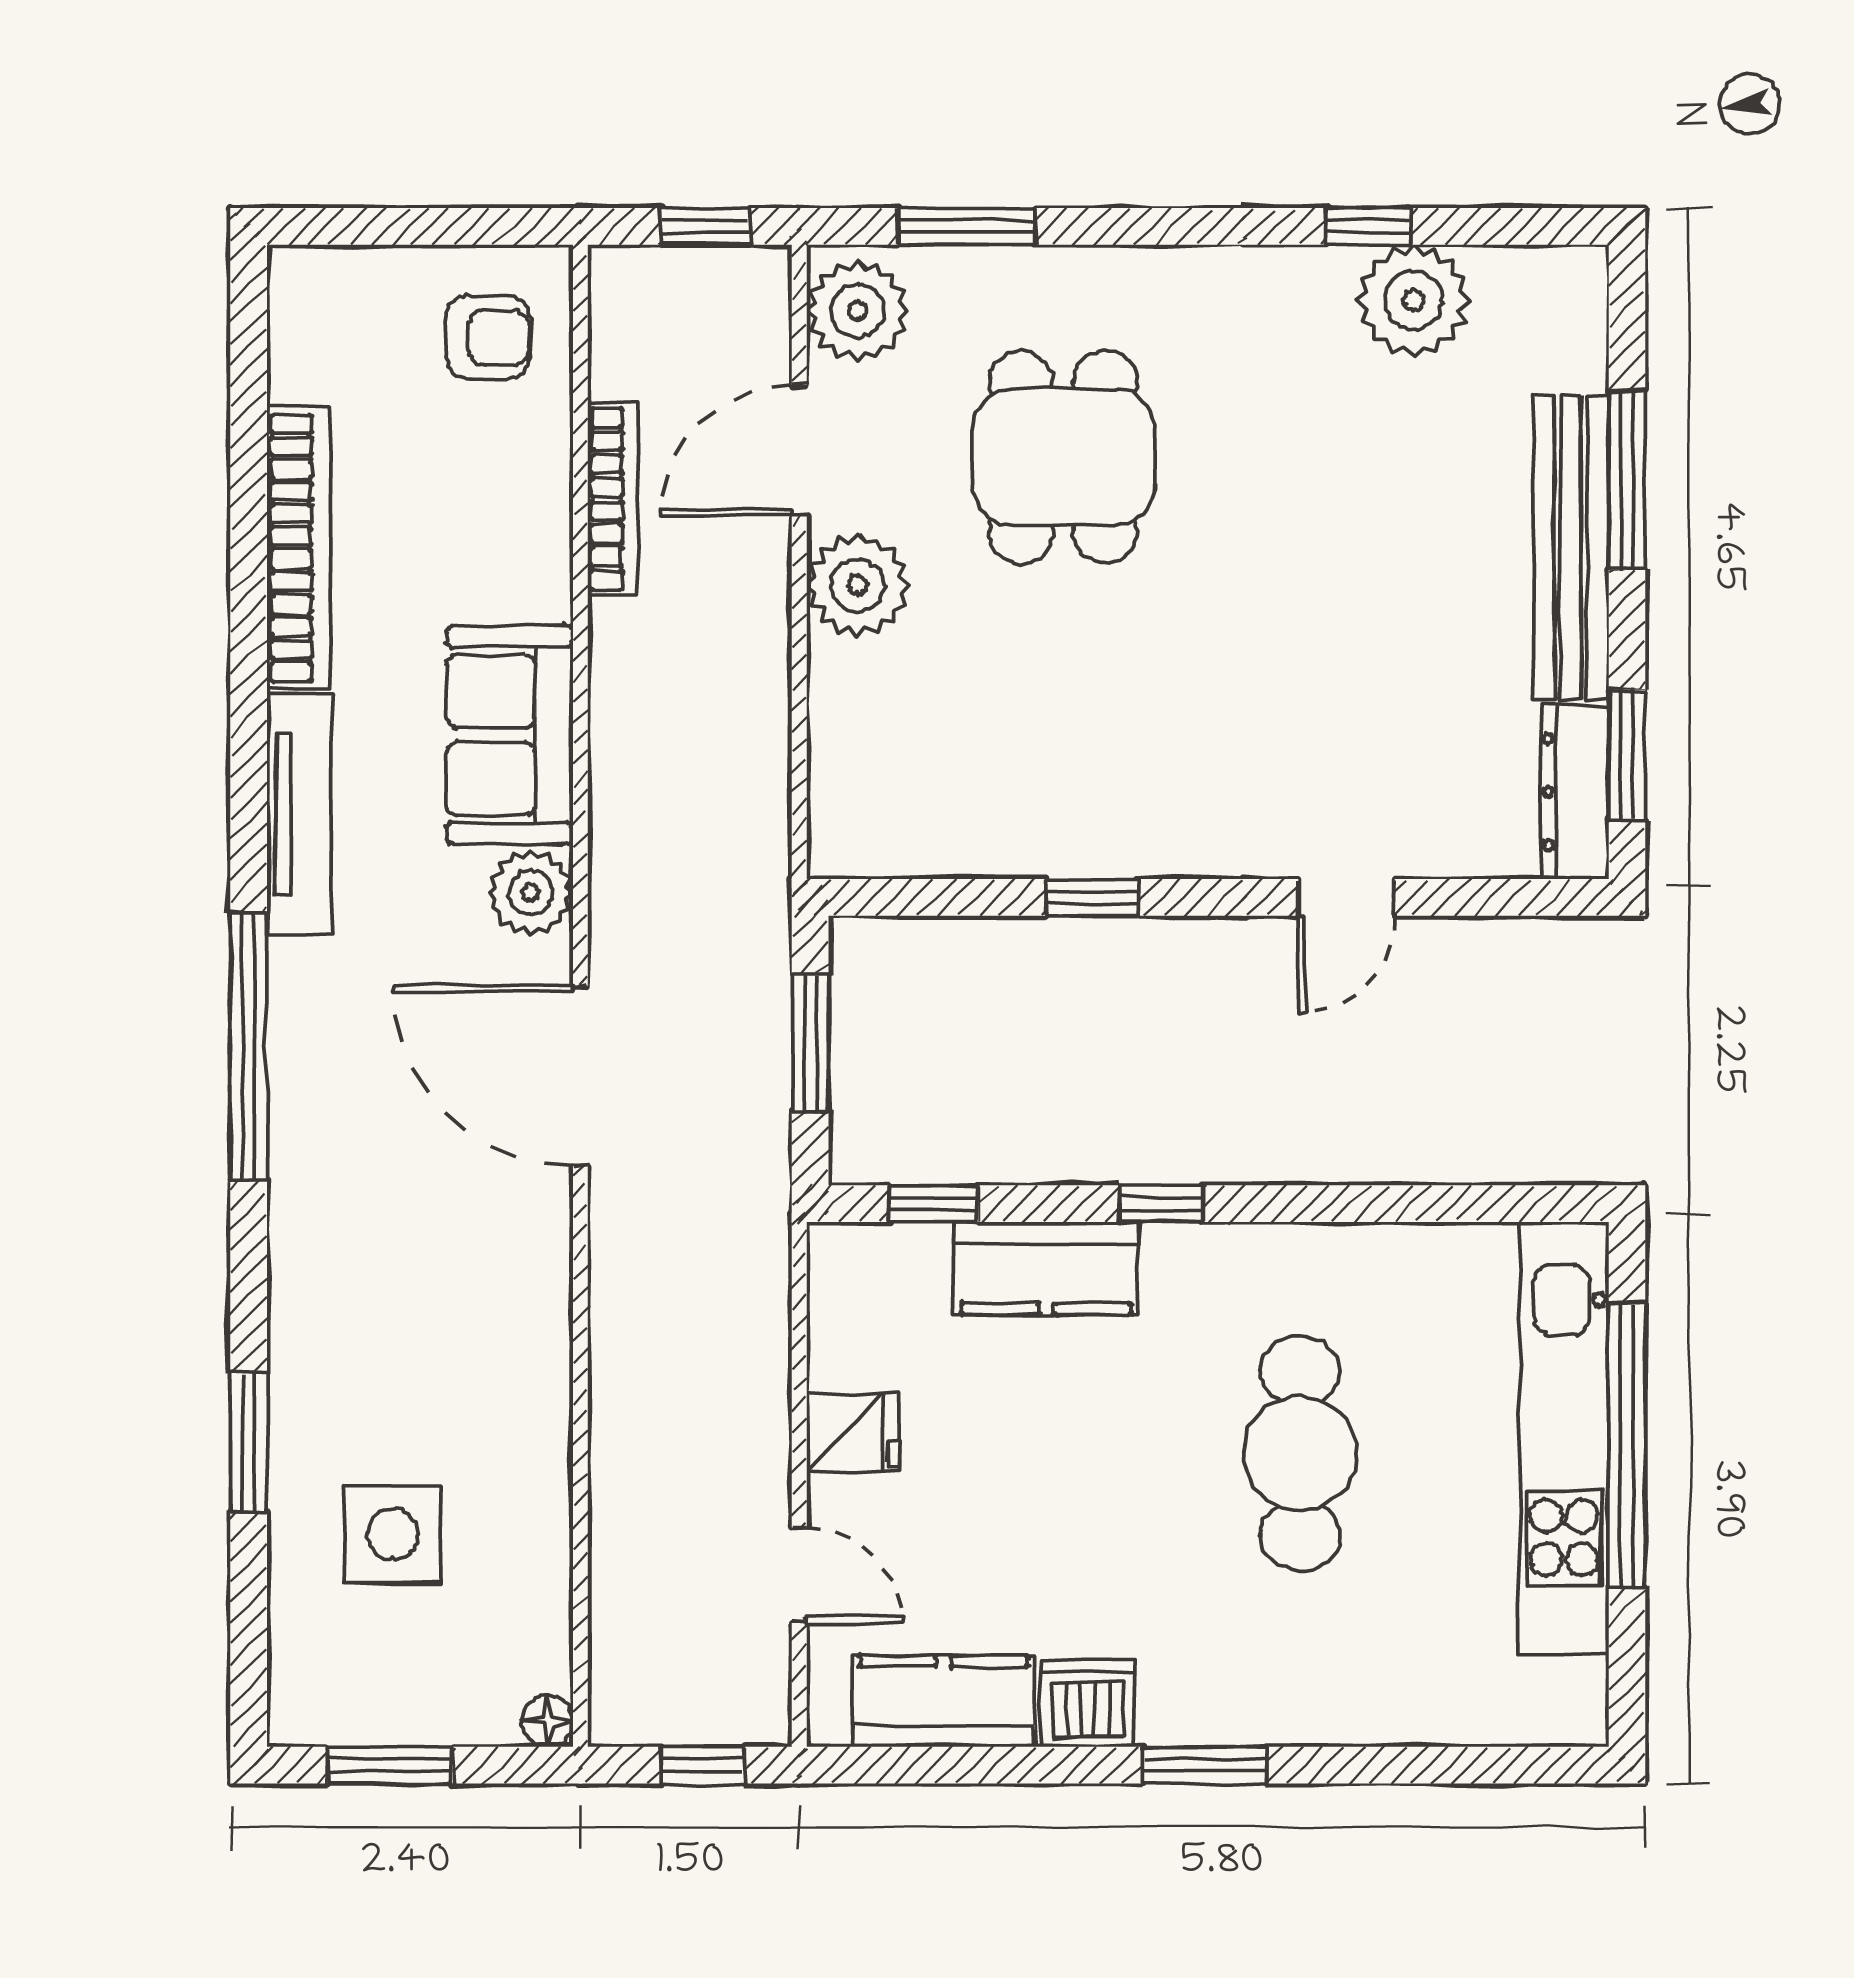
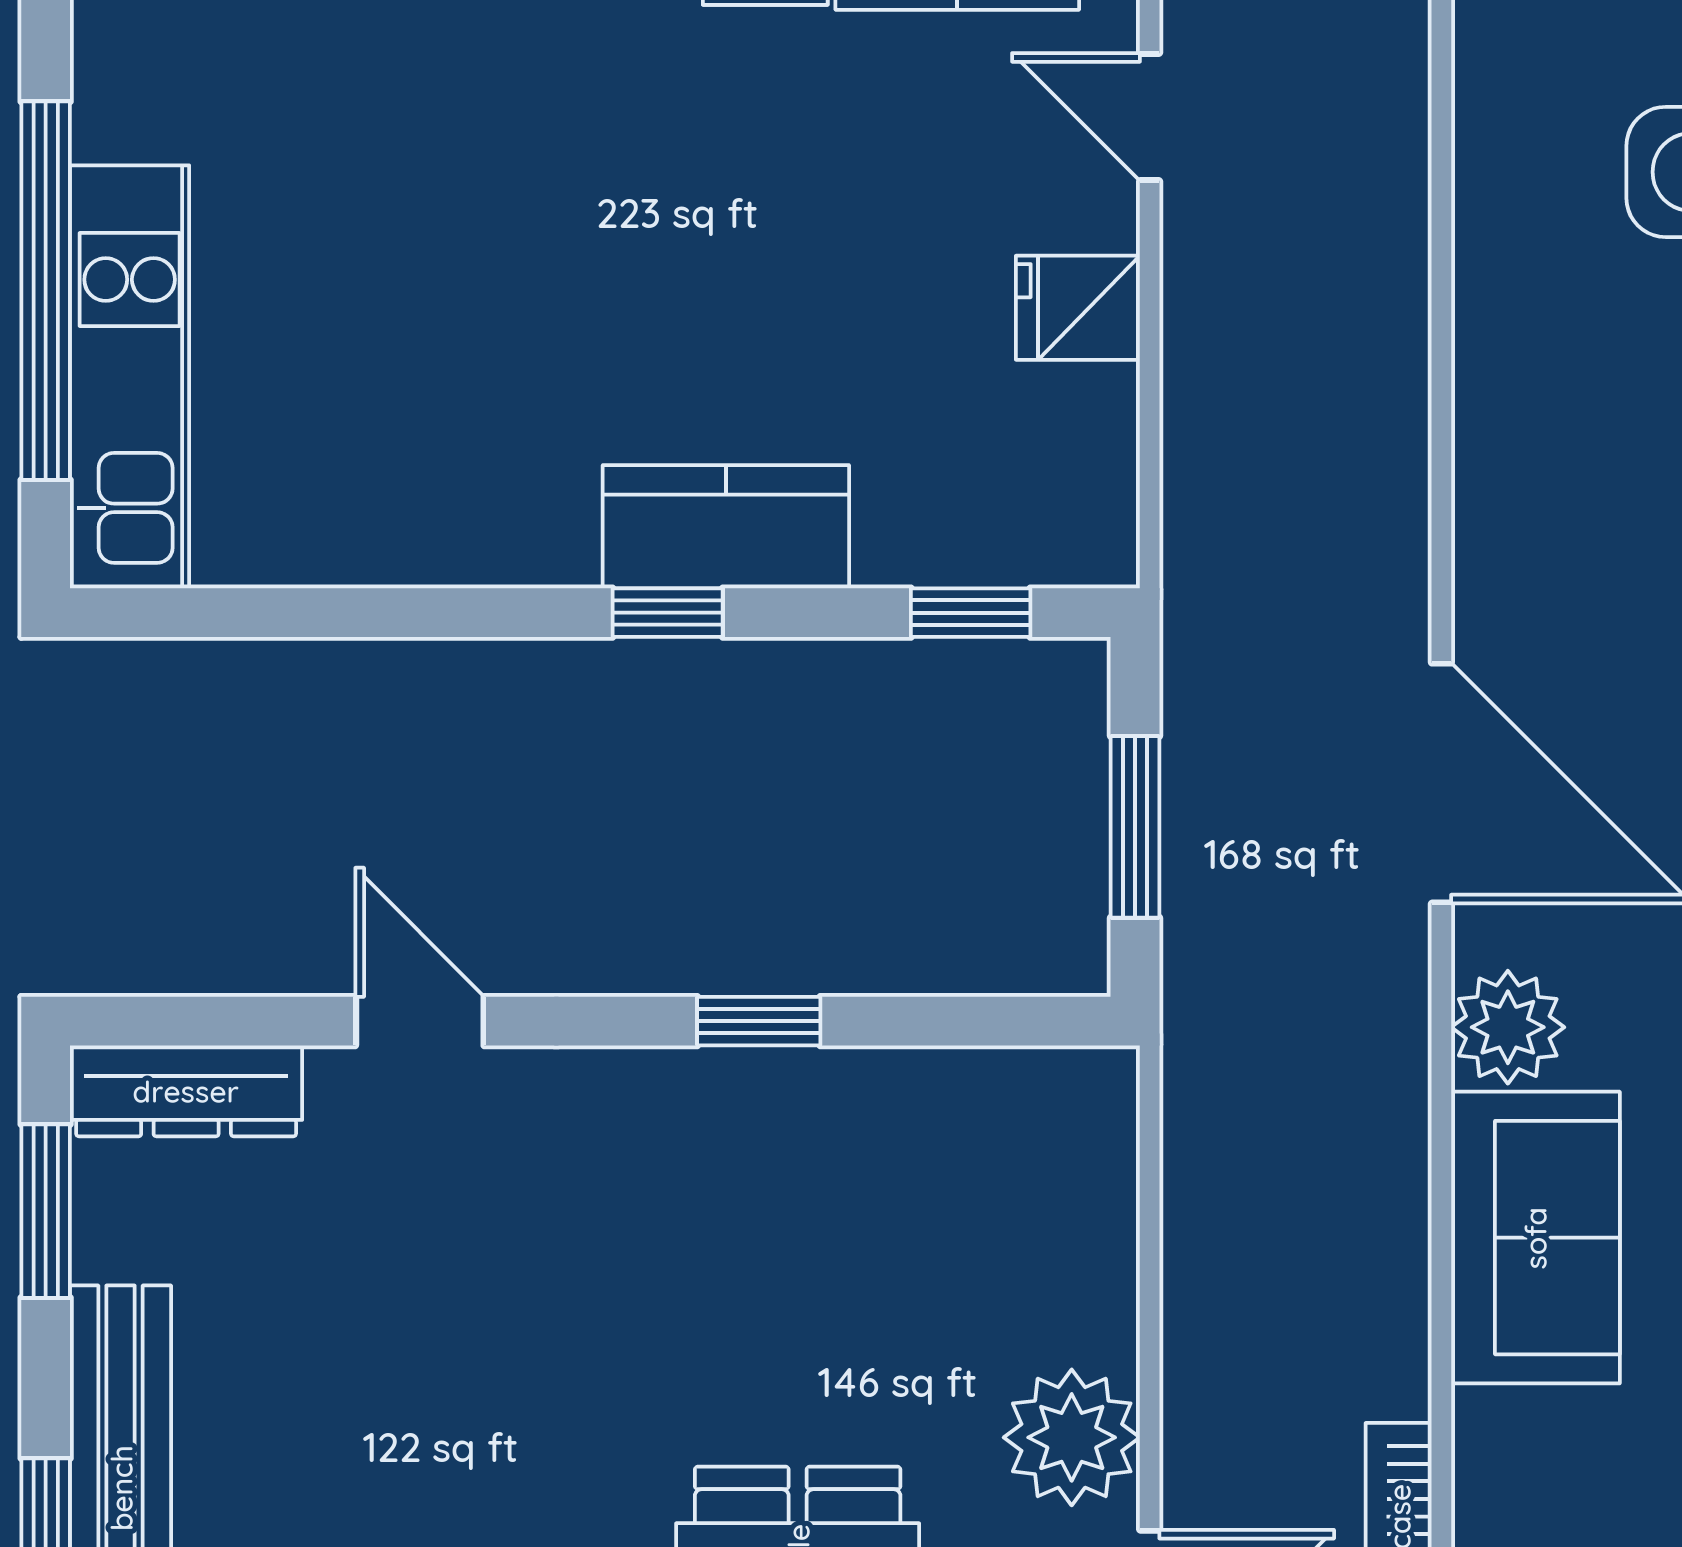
dresser: (1575, 792) -> (186, 1091), moved, turned 90
door: (1346, 897) -> (420, 1021), hinge flipped
kitchen counter: (1046, 1268) -> (726, 527), moved
kitchen unit: (1564, 1438) -> (130, 377), width x0.73
cafe table: (1300, 1453) -> (482, 280), removed

